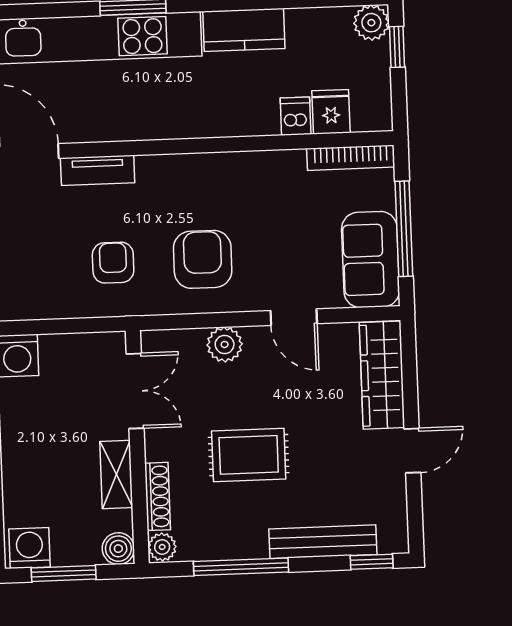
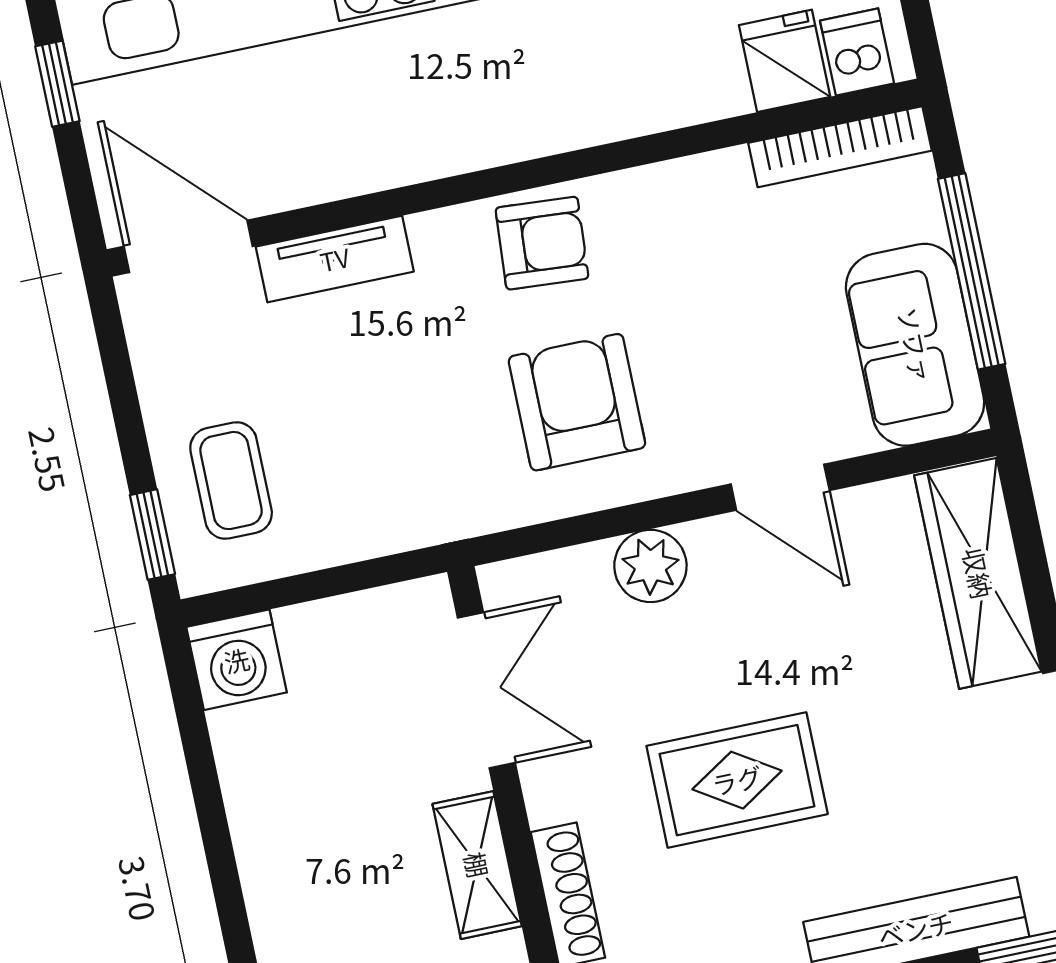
dishwasher: (296, 116) -> (857, 52), moved
armchair: (113, 263) -> (542, 243), moved, turned 94
coffee table: (29, 269) -> (231, 481), added

